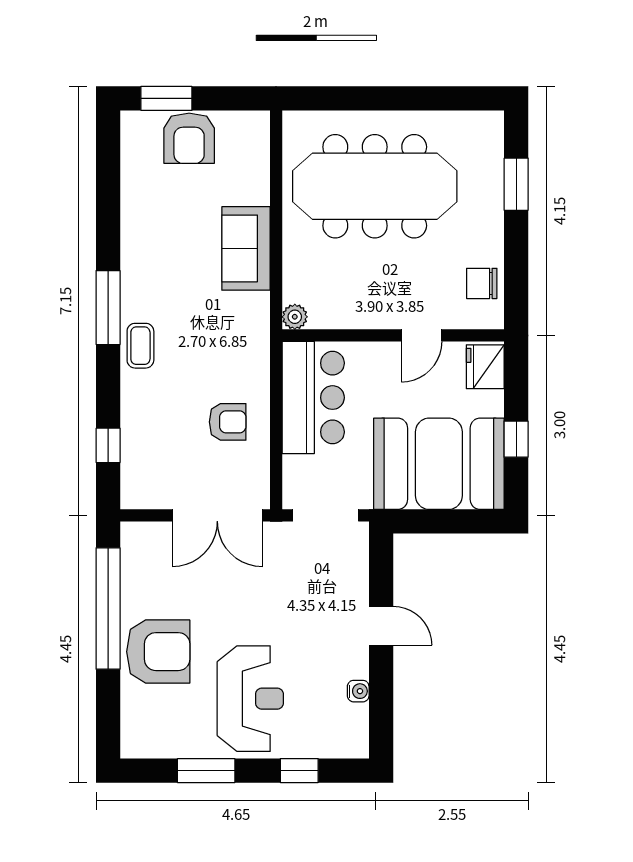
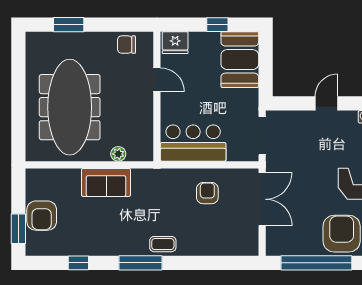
armchair: (189, 138) -> (42, 216), turned 90
chair: (482, 283) -> (126, 45), turned 90
plant: (295, 317) -> (118, 154), moved
window: (108, 445) -> (78, 263), moved
booth: (439, 464) -> (240, 60), width x0.73, depth x0.70

